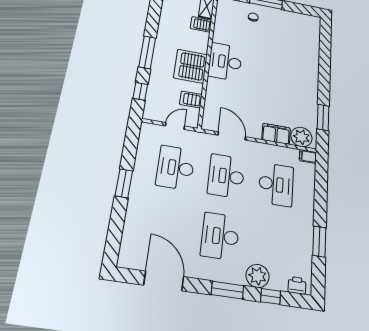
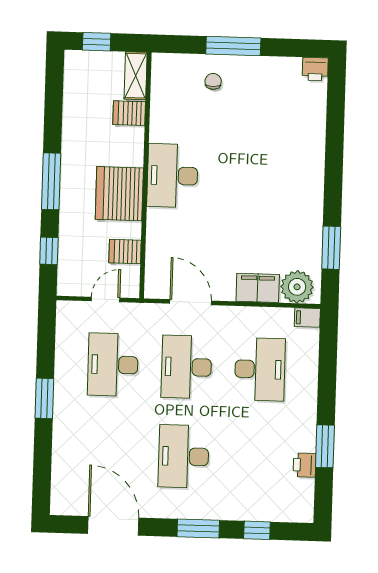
printer: (313, 21) -> (315, 69), added
plant: (258, 276) -> (238, 505), removed
printer: (297, 285) -> (304, 465), moved, turned -90

